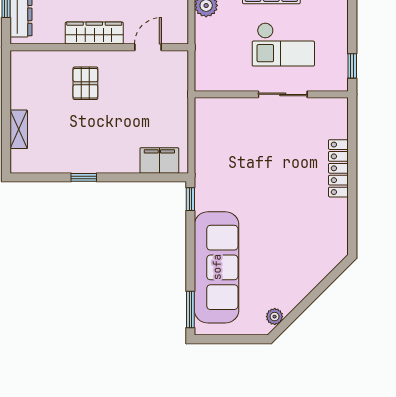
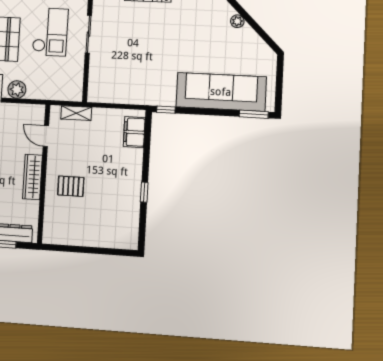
shelving: (19, 129) -> (76, 113), moved
plant: (275, 317) -> (237, 21), moved

